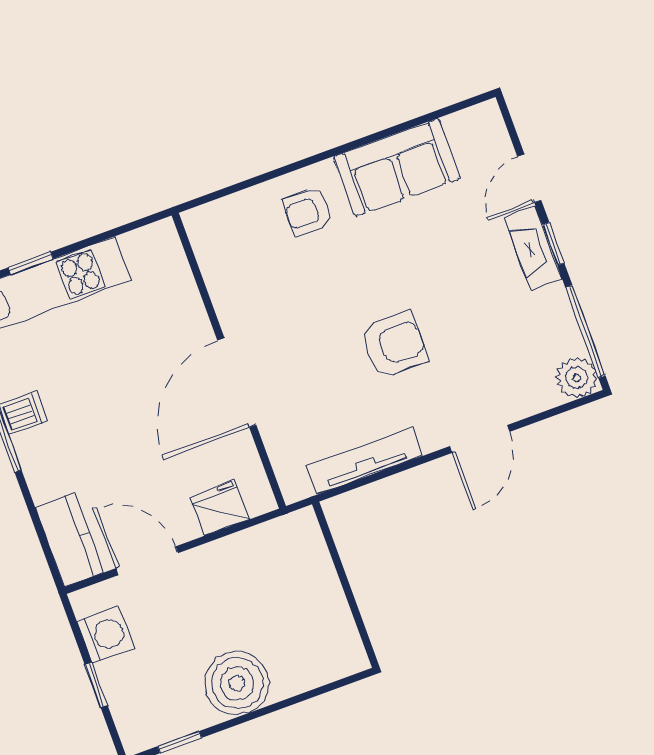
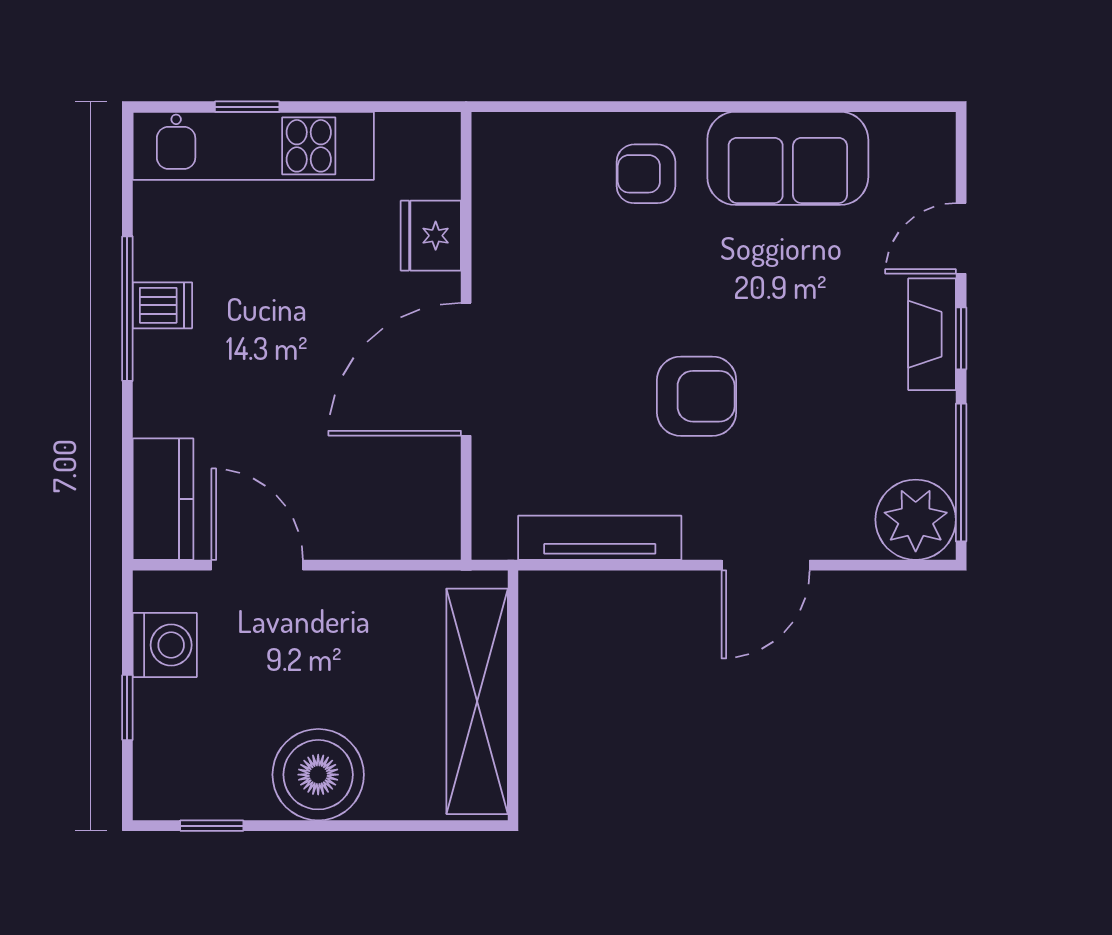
plant: (577, 378) -> (916, 520), width x1.36, depth x1.36
fridge: (219, 508) -> (431, 236), moved, turned -90
shelving: (323, 597) -> (477, 701), added

